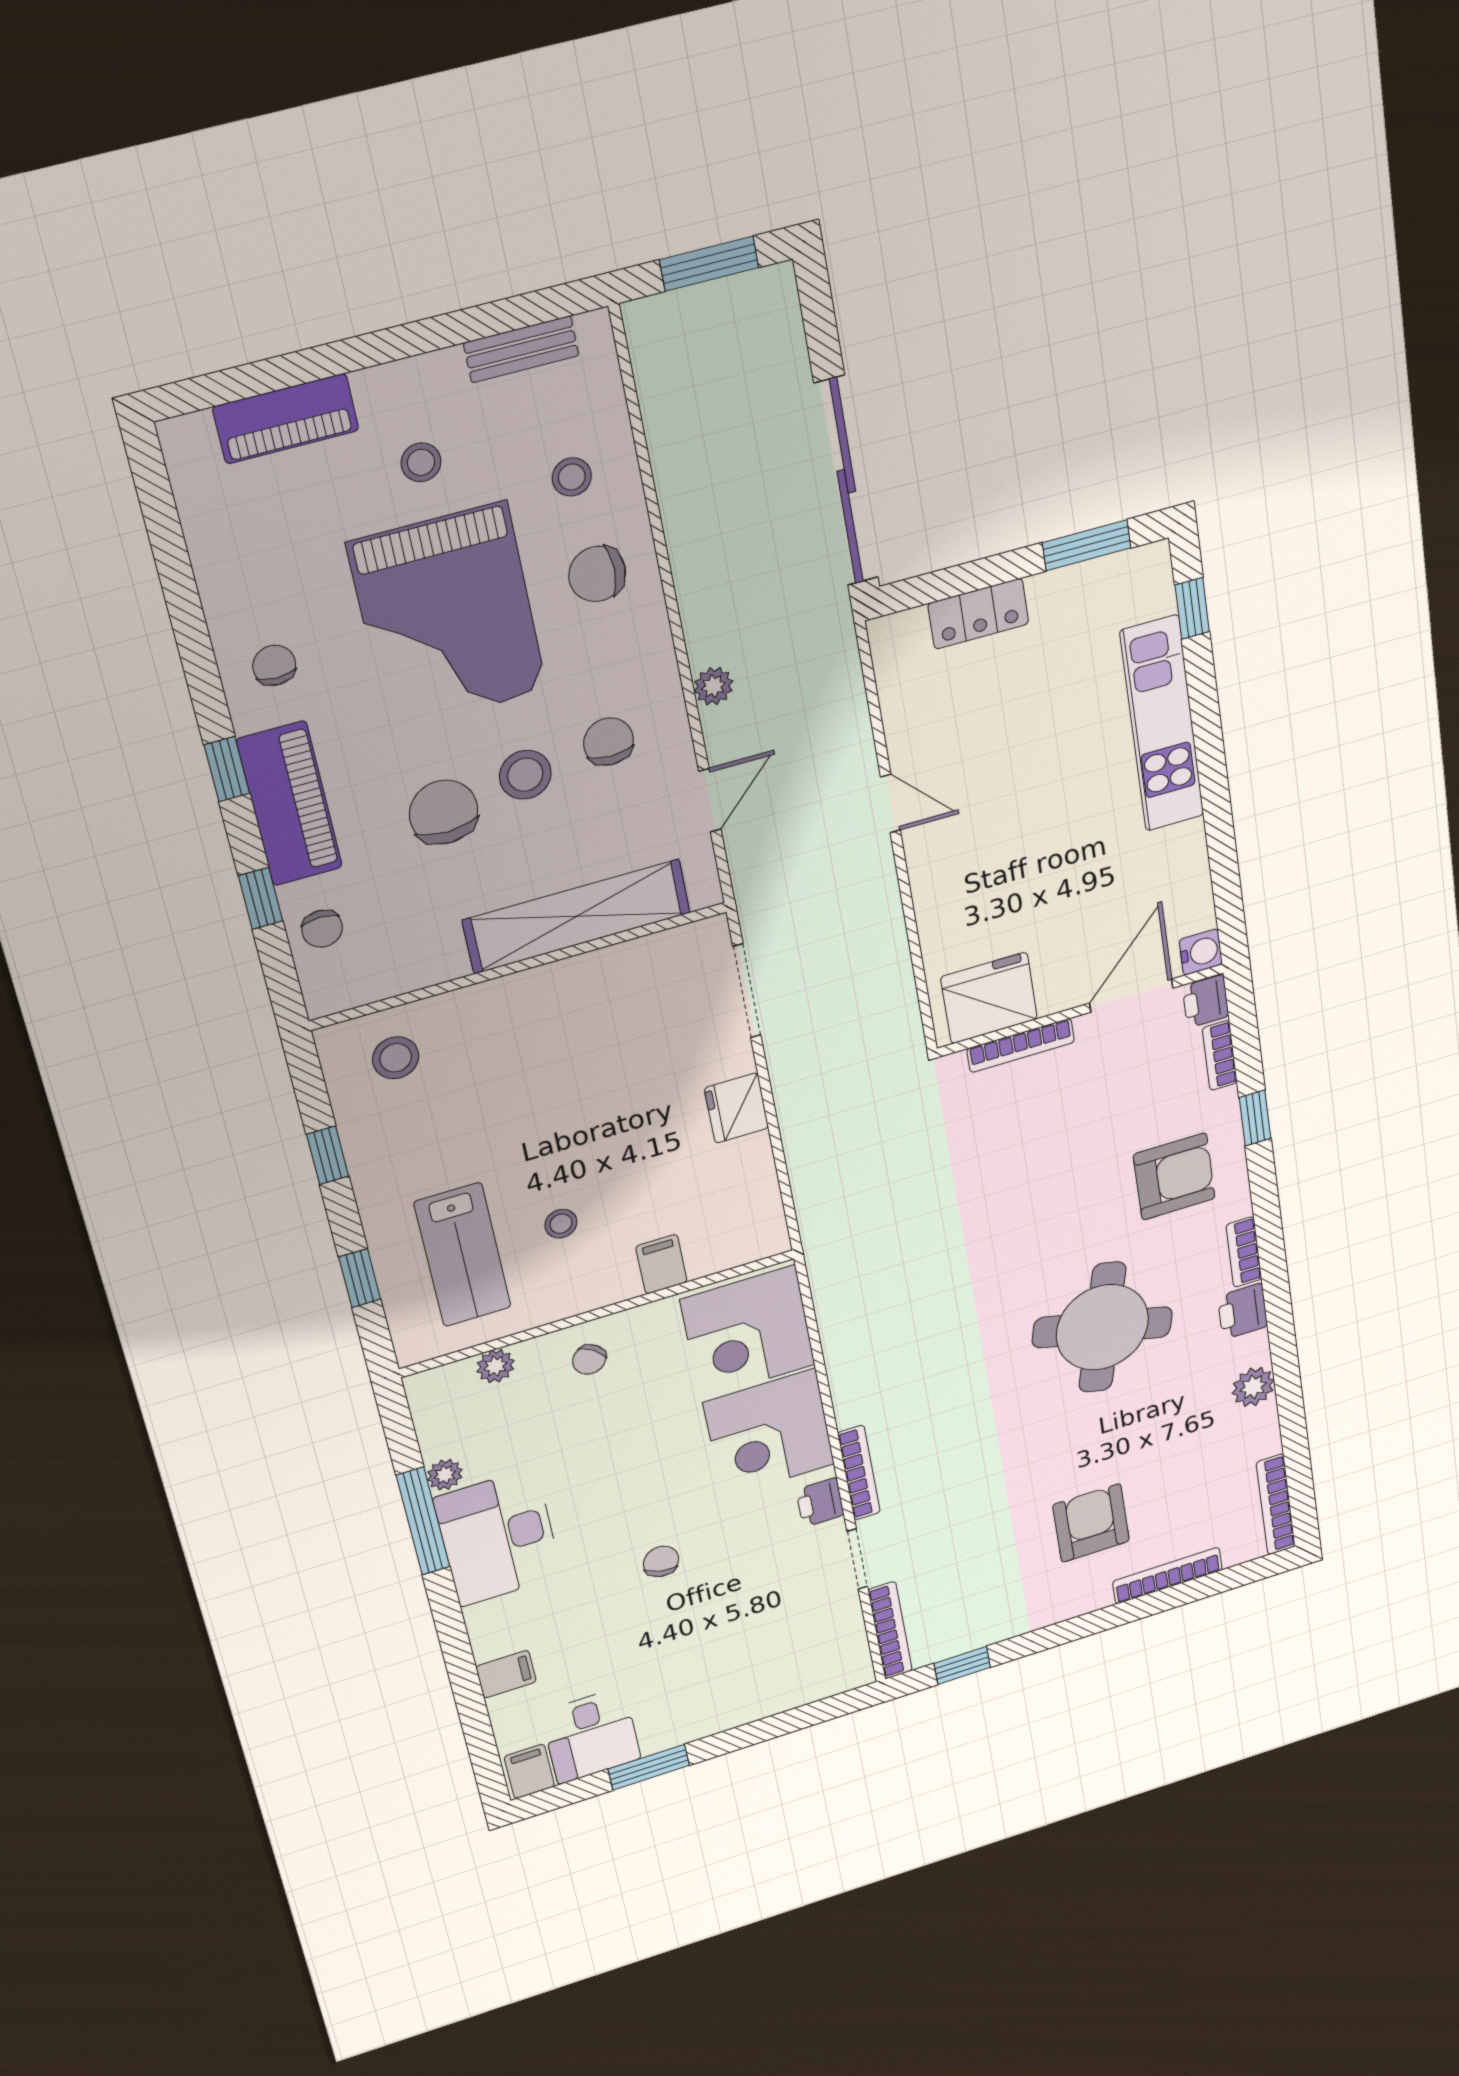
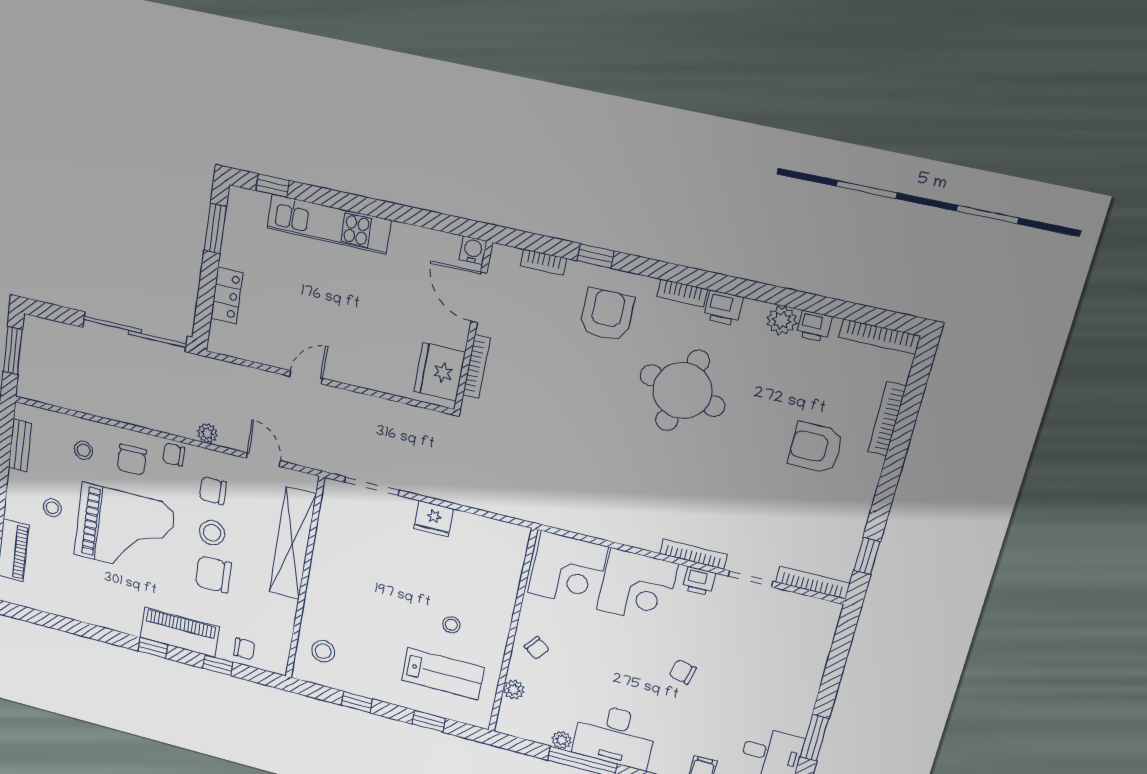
chair: (274, 665) -> (174, 455), moved
printer: (1206, 1001) -> (814, 326), moved
filing cabinet: (661, 1264) -> (502, 591), removed

